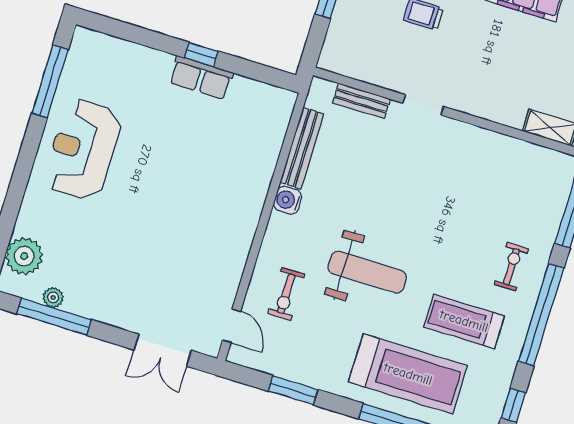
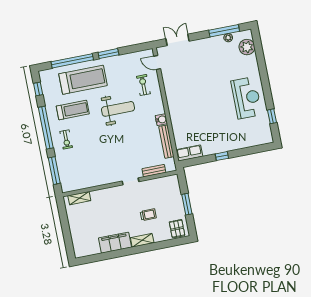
row of seats: (201, 78) -> (189, 153), moved
window: (50, 81) -> (272, 116), width x0.46
weight bench: (367, 272) -> (118, 109), turned 180
treadmill: (408, 374) -> (83, 80), turned 180
window: (293, 390) -> (108, 54), moved

